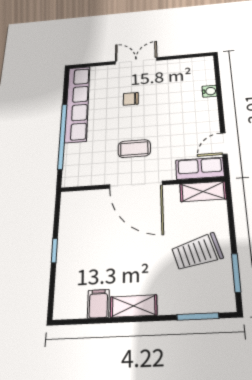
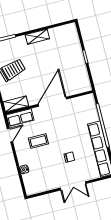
coffee table: (134, 149) -> (38, 141), moved
door: (136, 185) -> (52, 102), hinge flipped
filing cabinet: (98, 304) -> (55, 34), removed

